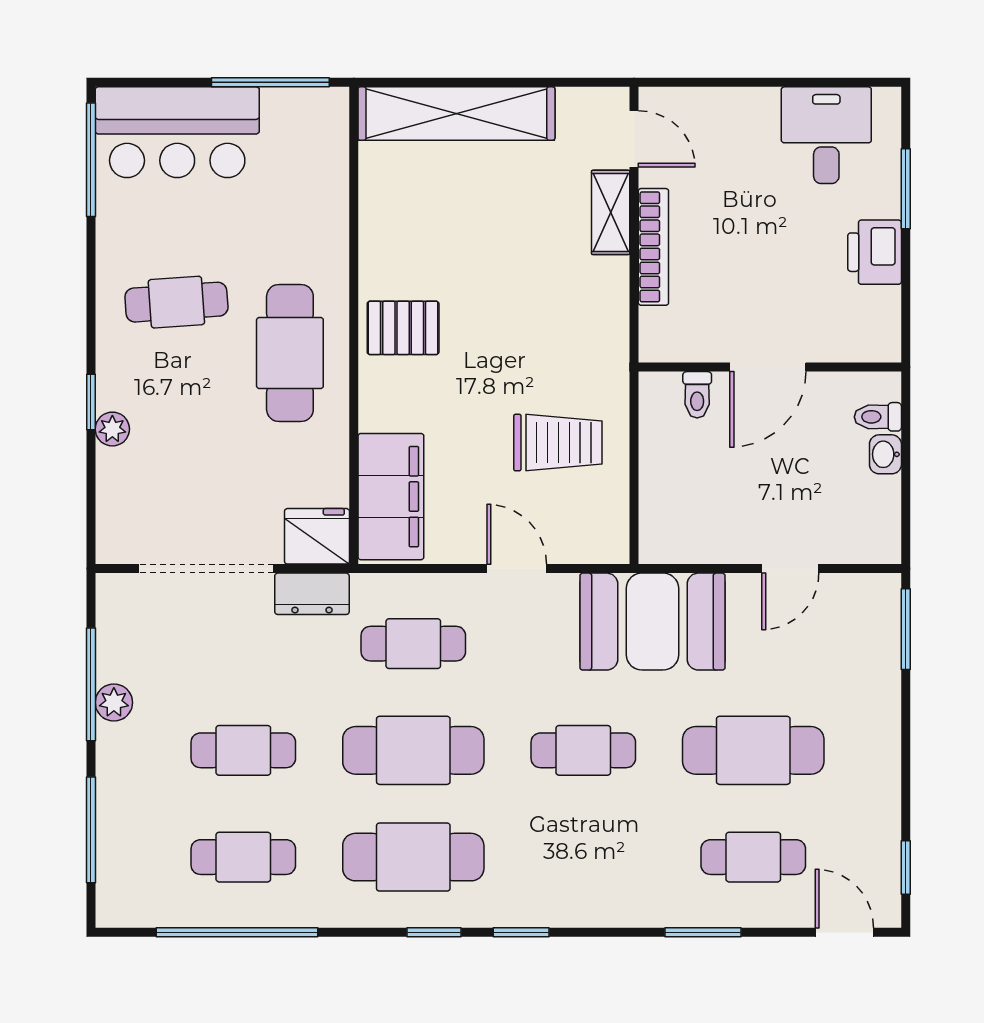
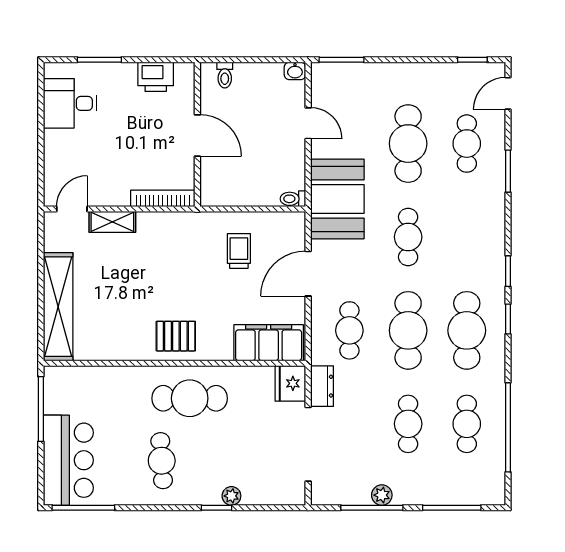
bookcase: (653, 247) -> (163, 198), moved
printer: (875, 252) -> (156, 77), moved
pallet: (403, 328) -> (176, 336), turned 90
toilet: (697, 395) -> (293, 199), moved, turned 180
trolley: (558, 443) -> (239, 251), width x0.73, depth x0.72
washbasin: (885, 454) -> (295, 71), moved
door: (517, 569) -> (308, 274), width x1.38

